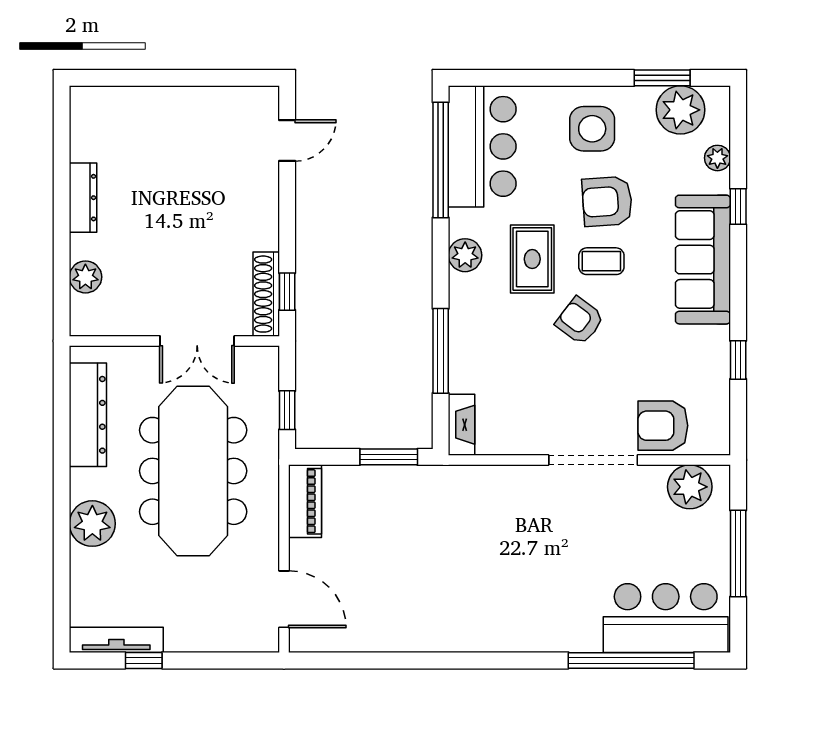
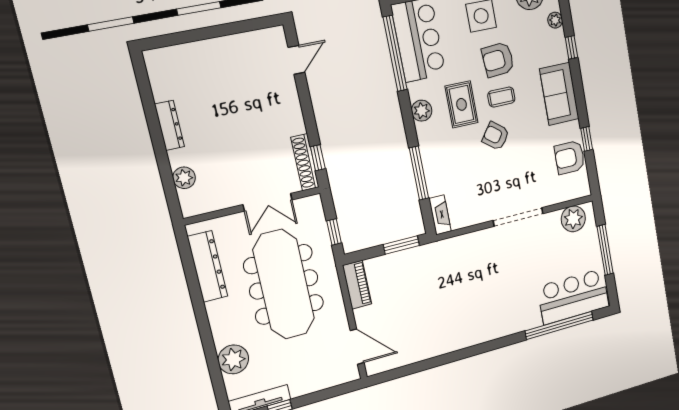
sofa: (703, 260) -> (559, 94), width x0.73
armchair: (663, 426) -> (570, 157), moved
plant: (92, 524) -> (233, 359), moved

